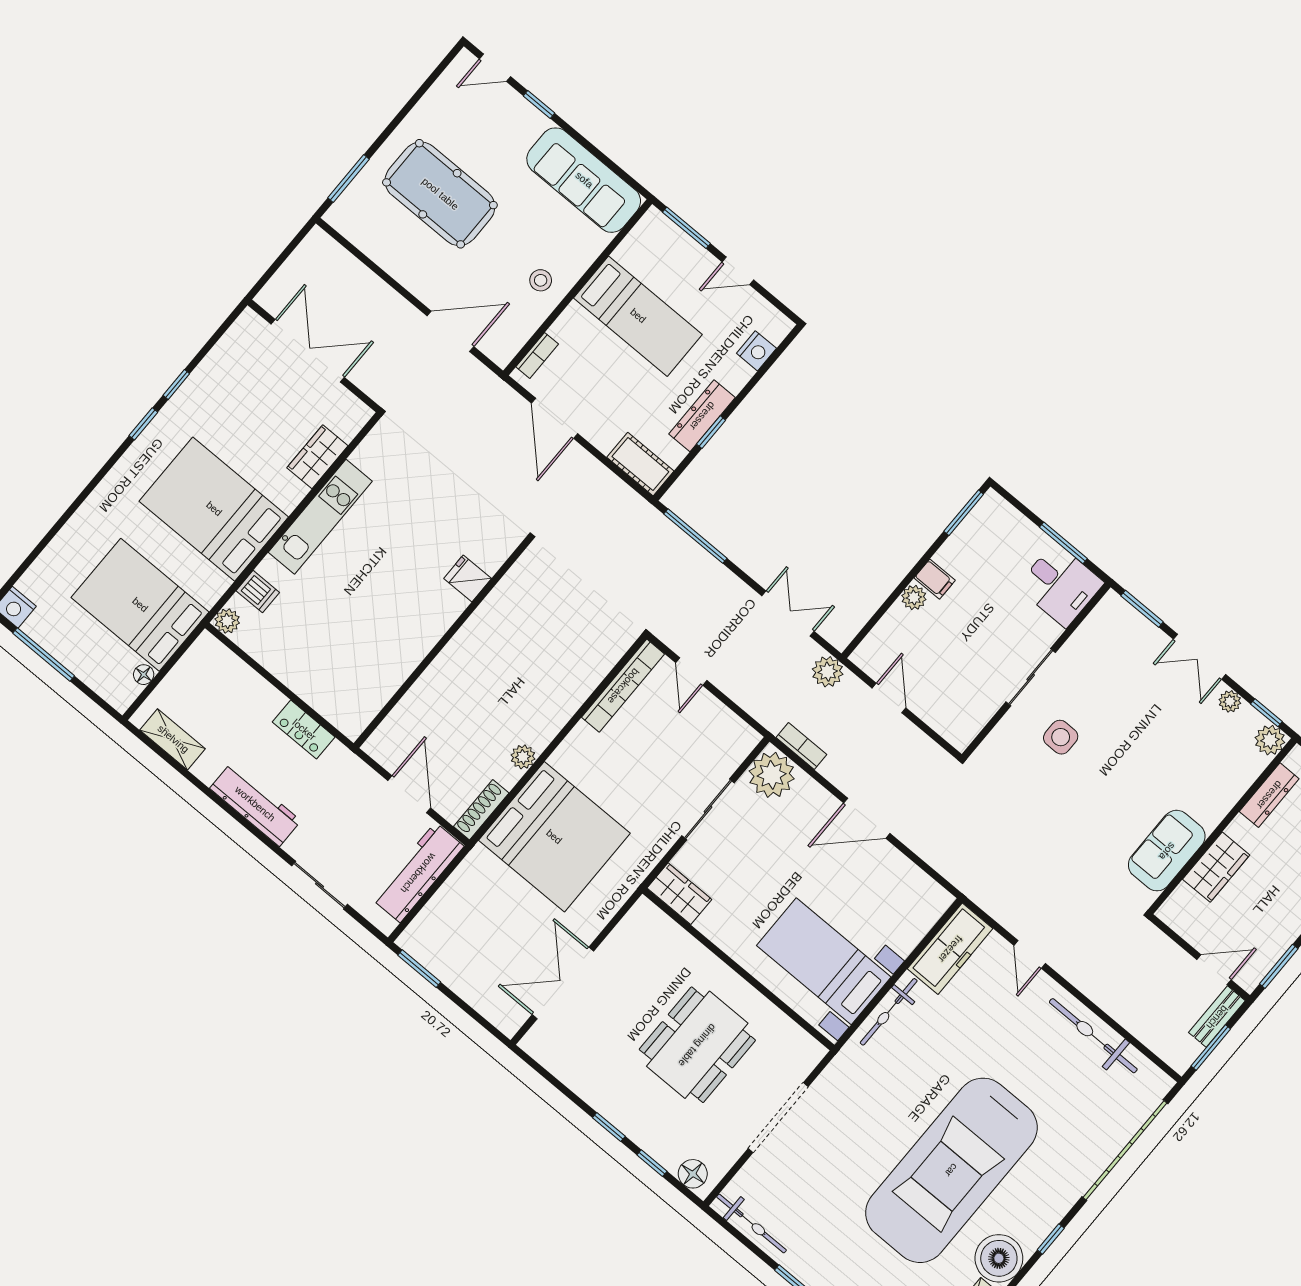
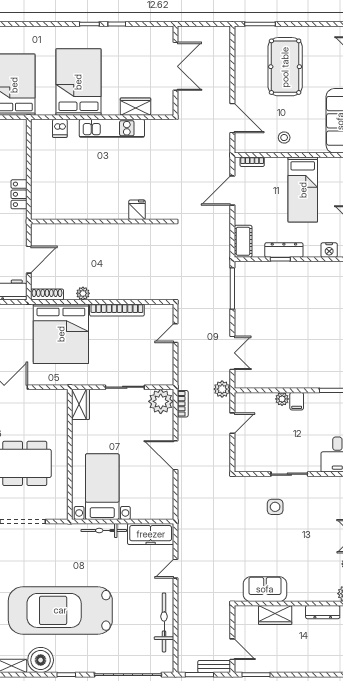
plant: (227, 621) -> (37, 126), removed
bookcase: (623, 686) -> (117, 310), moved

